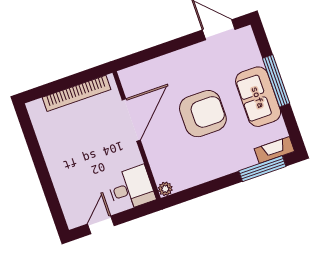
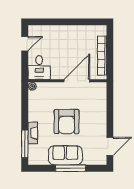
door: (131, 120) -> (77, 81), swing flipped
fireplace: (274, 150) -> (33, 133), moved
door: (101, 225) -> (25, 44), hinge flipped

